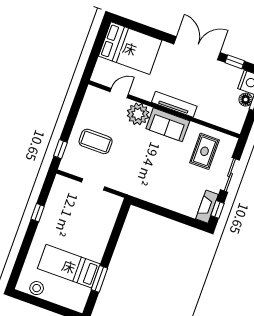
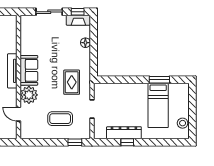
coffee table: (96, 141) -> (60, 119), turned 90
rug: (204, 151) -> (72, 82), moved, turned 90
floor lamp: (177, 205) -> (85, 43), added
dresser: (50, 213) -> (124, 133), added

